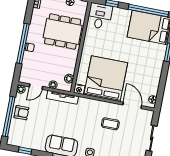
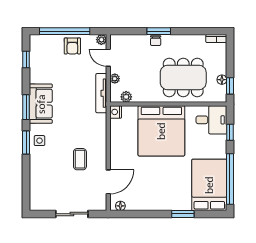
dining table: (63, 31) -> (183, 78), turned 90
window: (23, 43) -> (159, 31), width x0.47
bed: (106, 79) -> (161, 131), moved, turned 90

